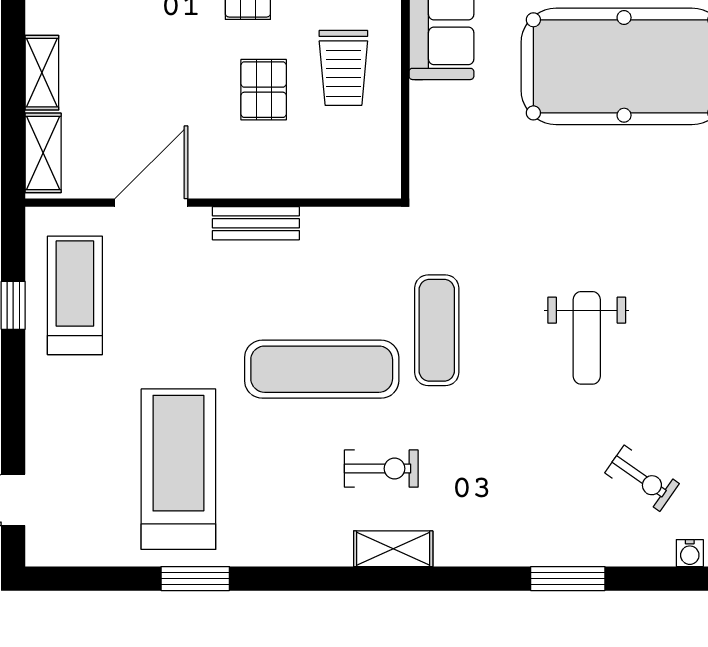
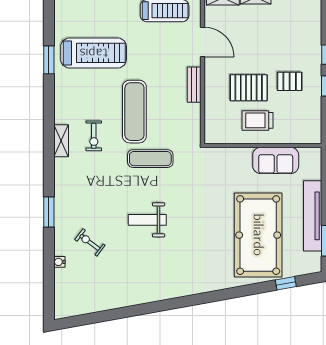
pallet: (264, 90) -> (249, 88), width x1.50, depth x1.42
exercise bike: (642, 478) -> (90, 242), turned 92

